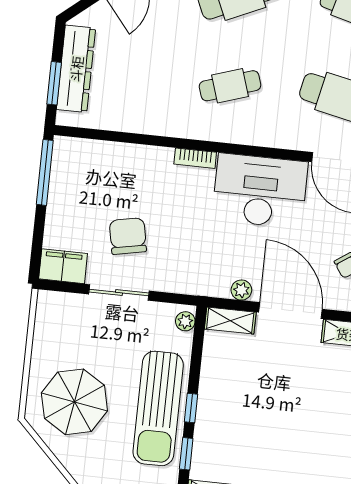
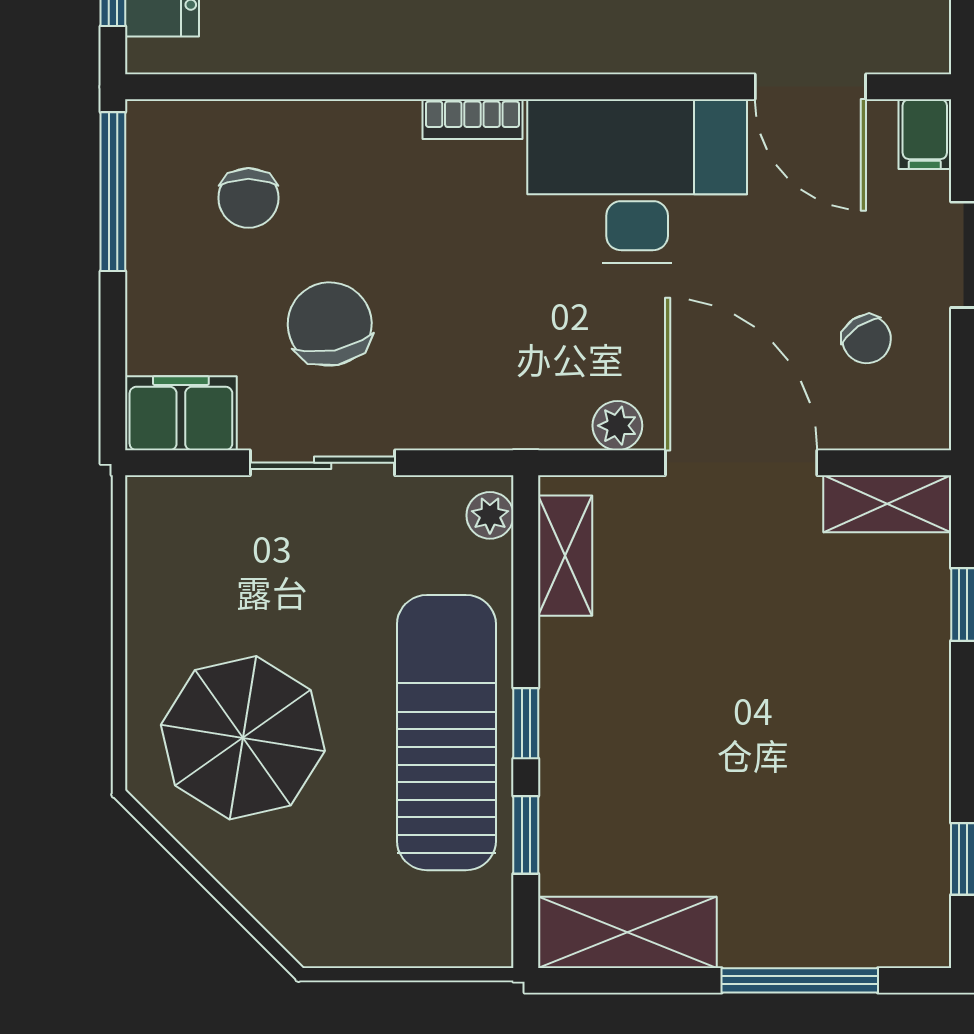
chair: (100, 181) -> (248, 198), added
shelving: (230, 321) -> (565, 556), moved, turned 90
sun lounger: (158, 408) -> (446, 733), turned 180

